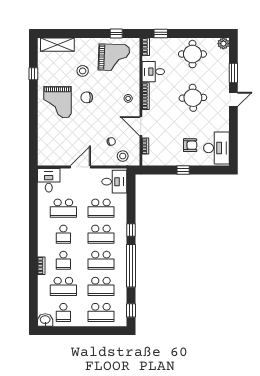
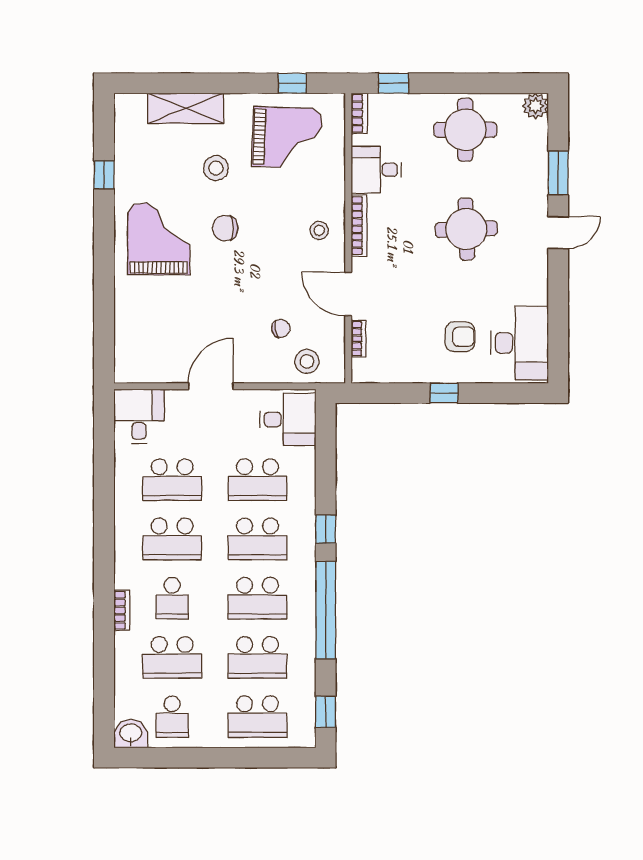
shelving: (57, 45) -> (186, 108), moved
grand piano: (57, 102) -> (159, 239), turned 180
school desk: (63, 234) -> (172, 539), width x1.85

